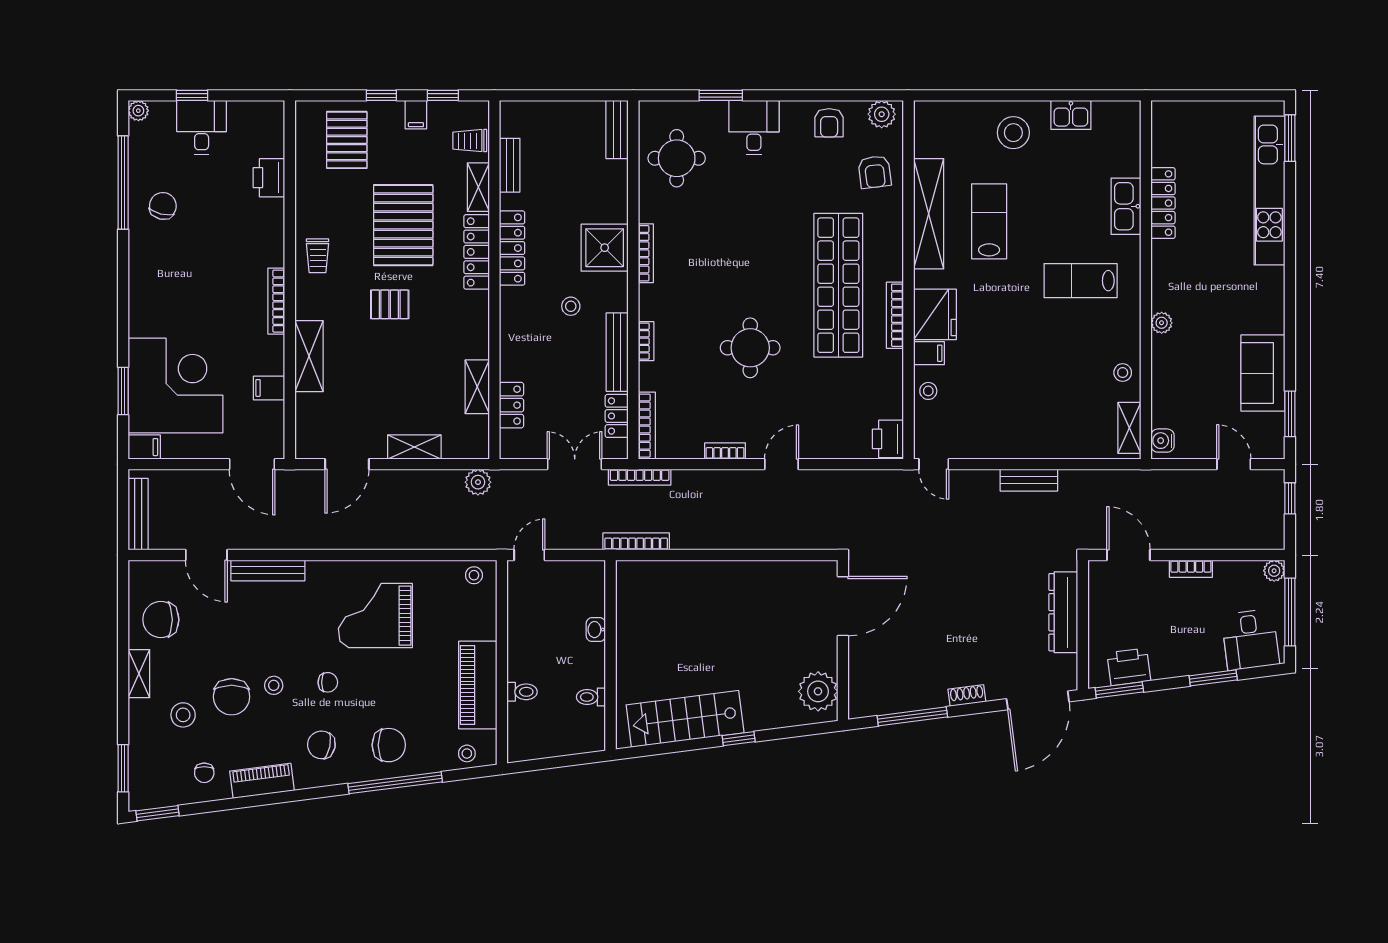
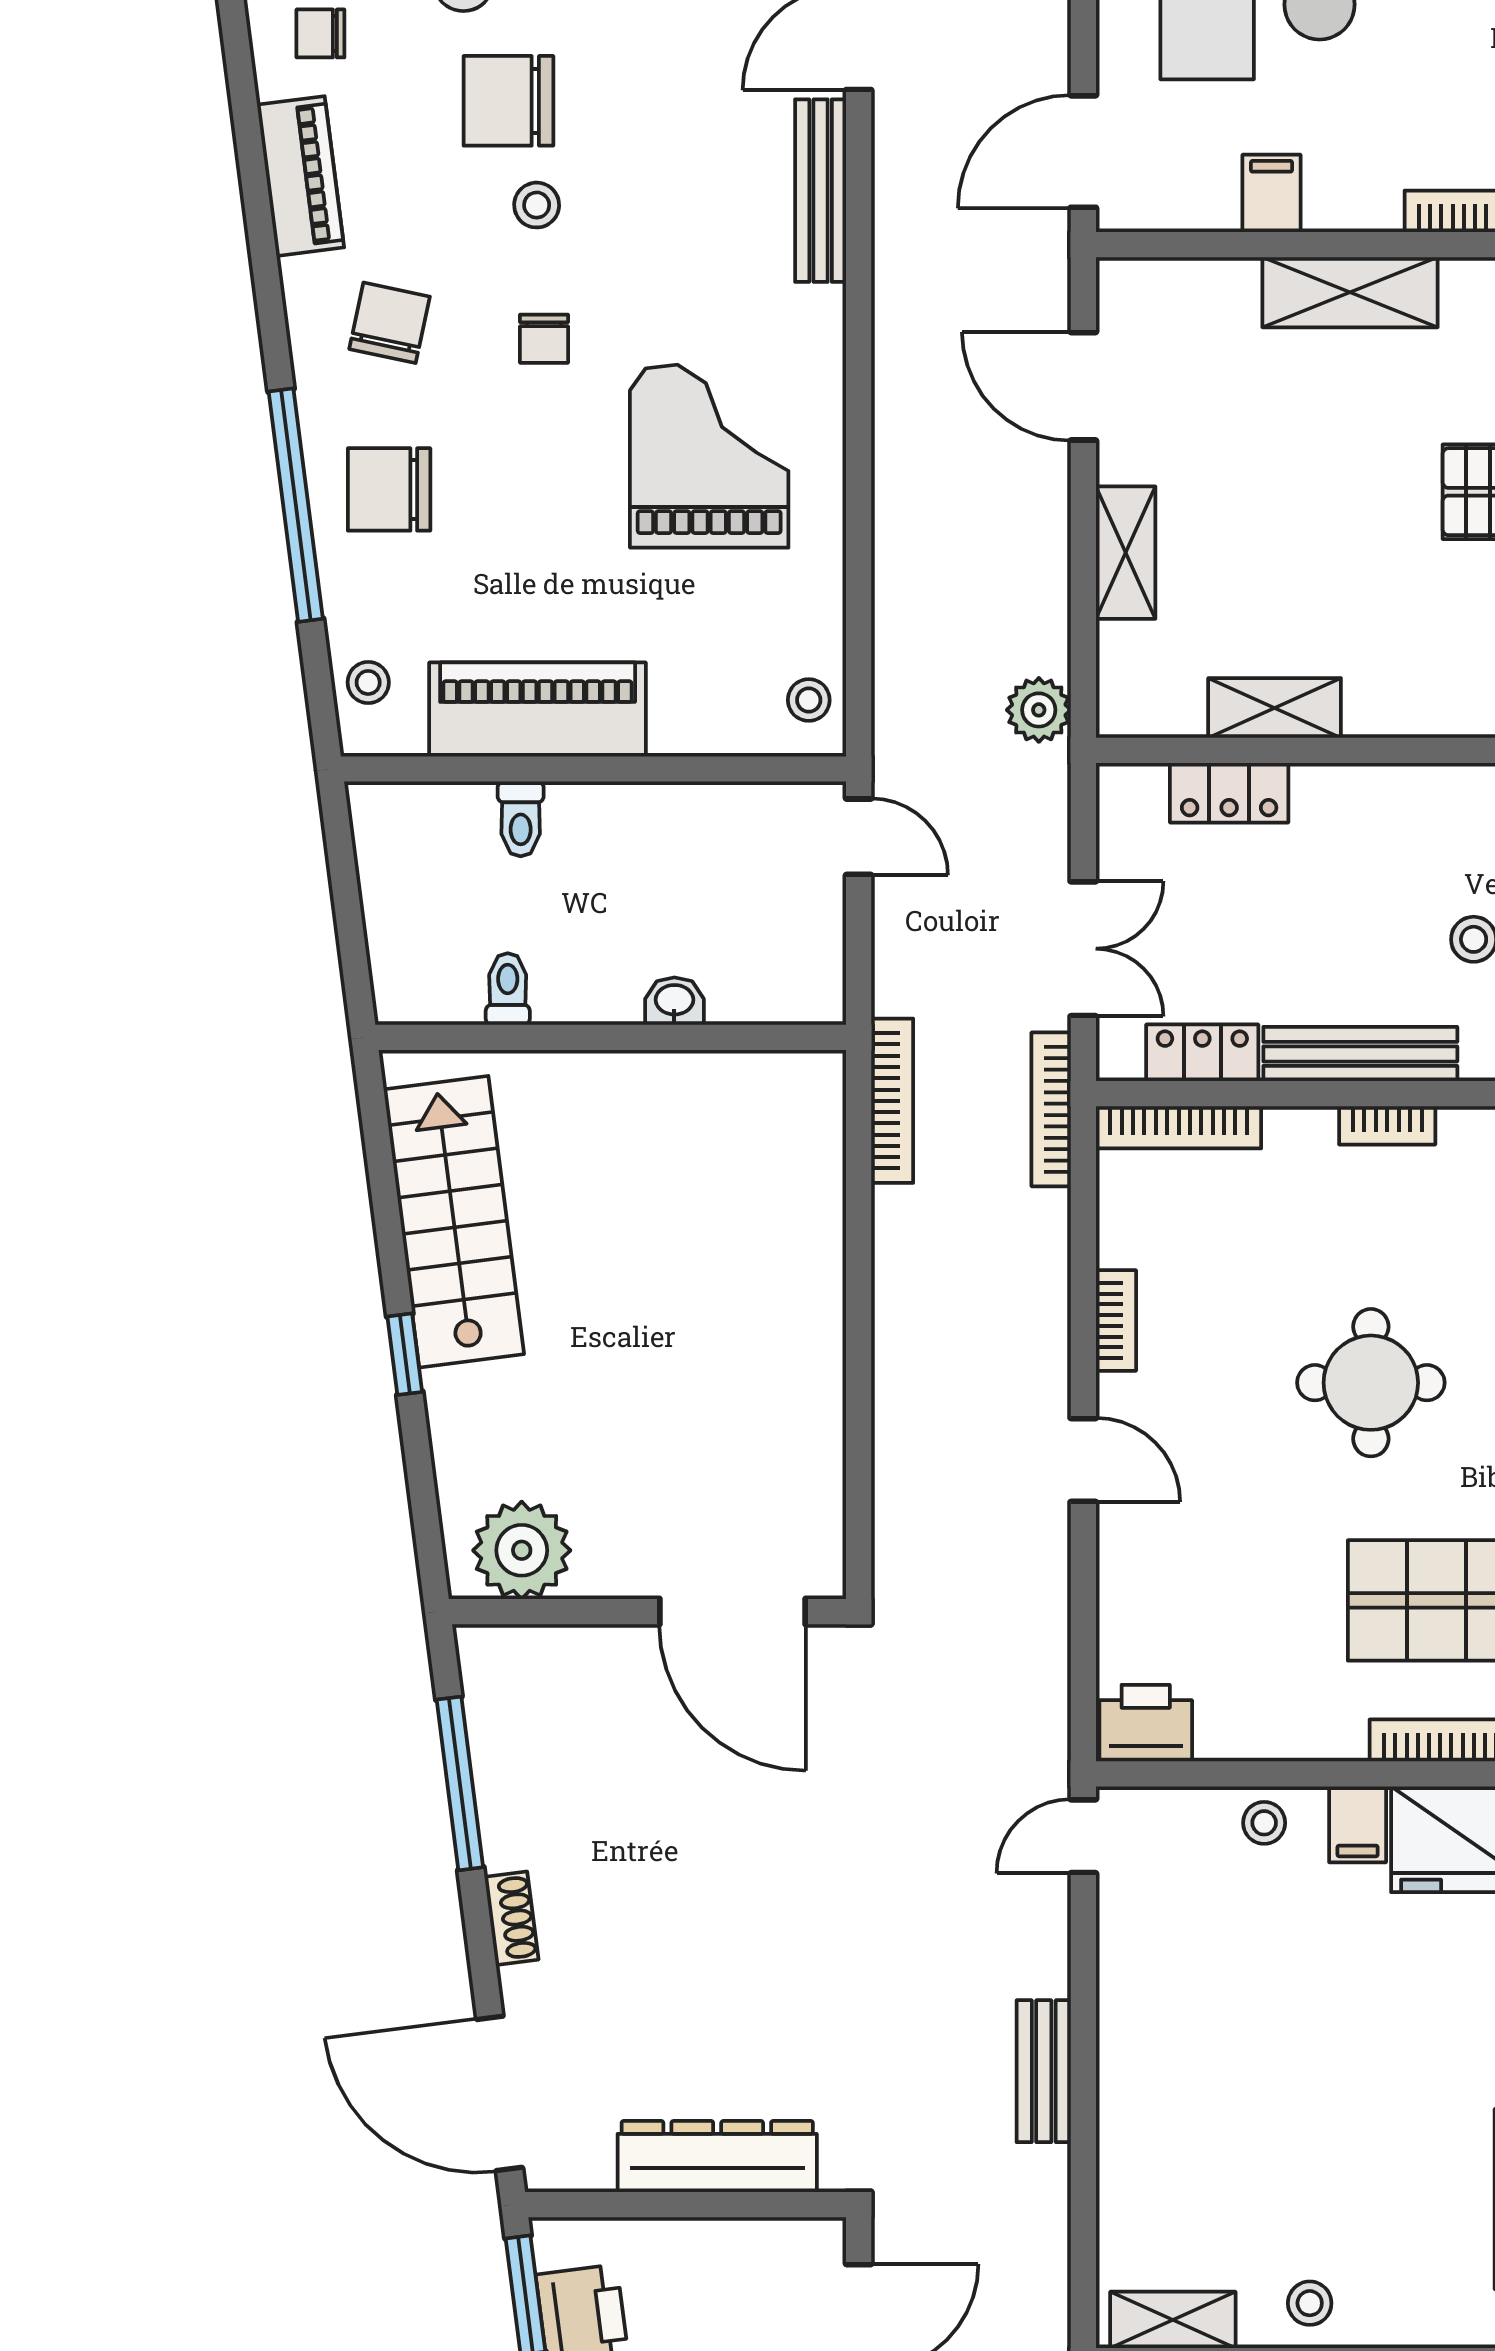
chair: (389, 745) -> (389, 489), turned 90

